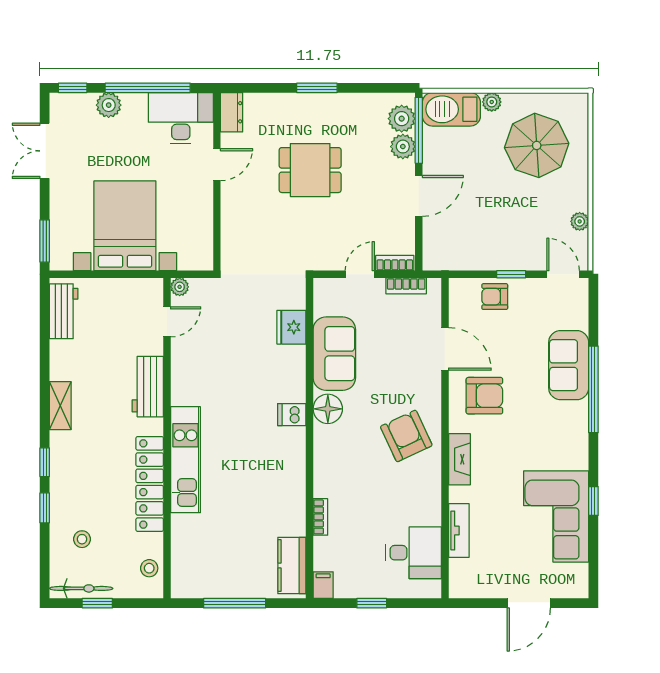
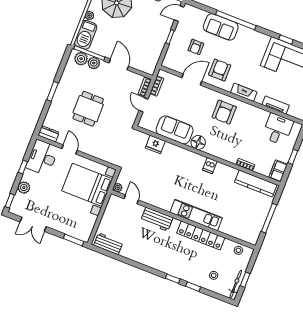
window: (148, 88) -> (23, 167), width x0.32
bed with nightstands: (125, 226) -> (87, 185), moved
armchair: (495, 297) -> (196, 47), moved
shelving: (60, 406) -> (150, 262), removed
dishwasher: (292, 415) -> (210, 166), moved
armchair: (406, 436) -> (224, 112), turned -65
kitchen counter: (292, 565) -> (256, 183), width x1.50
filing cabinet: (323, 585) -> (278, 171), width x2.00

